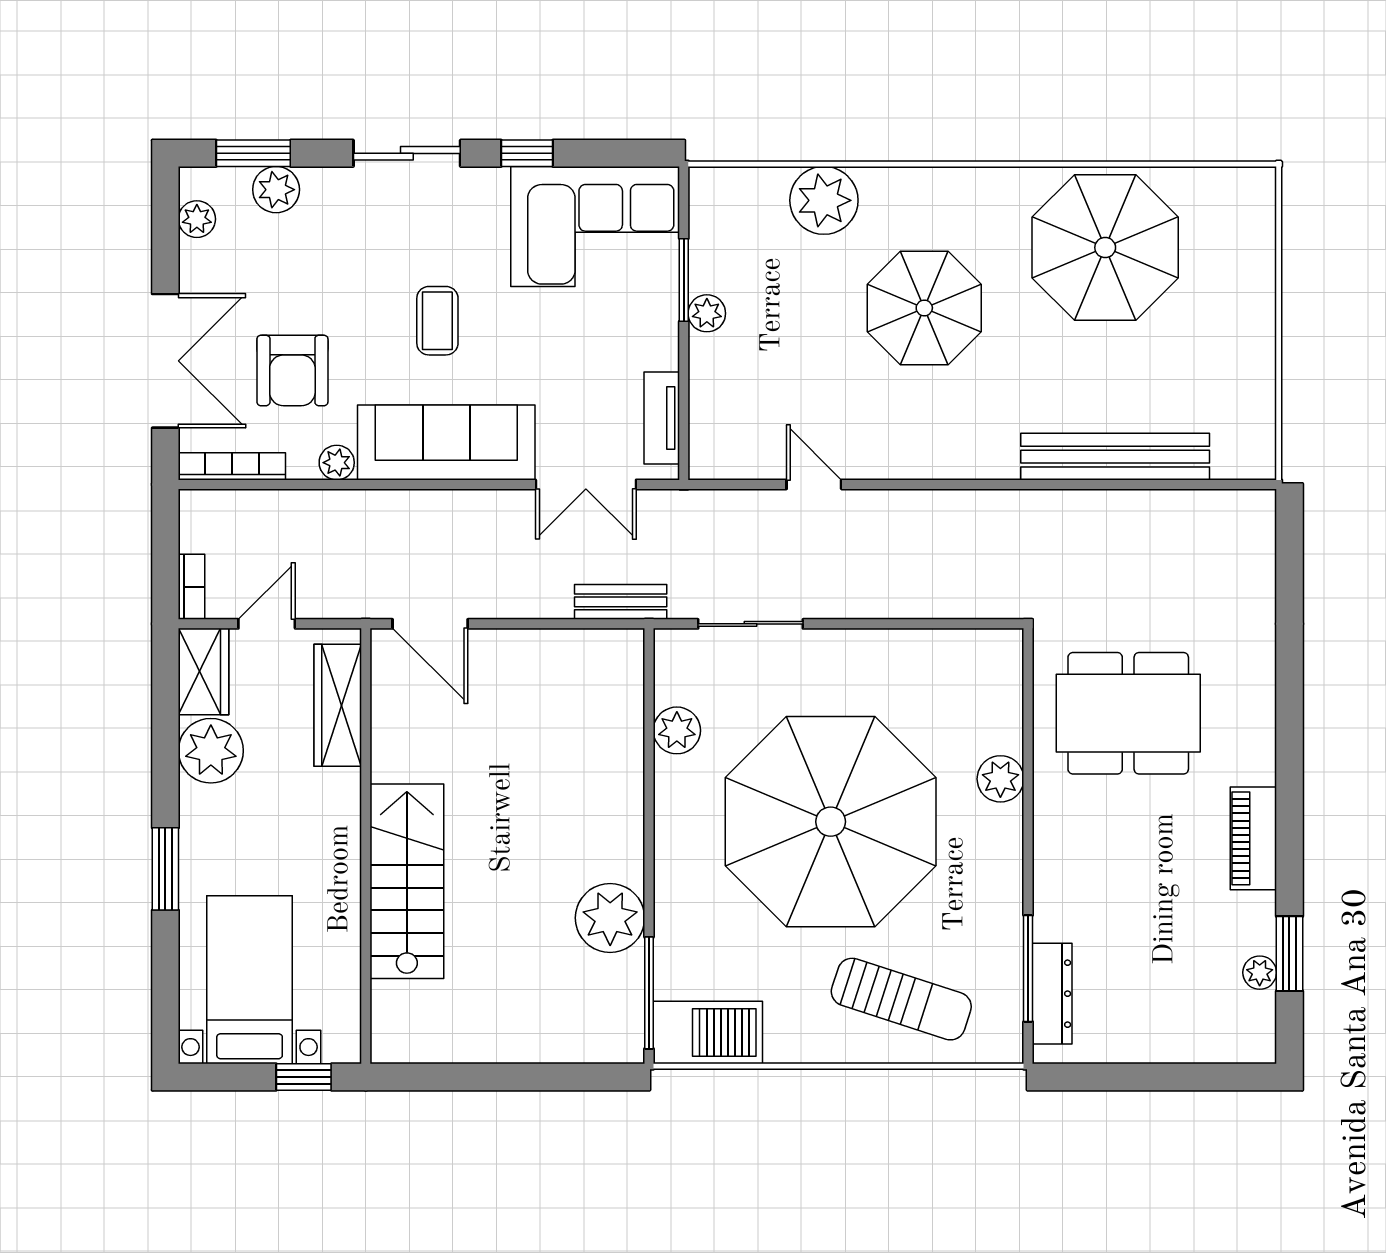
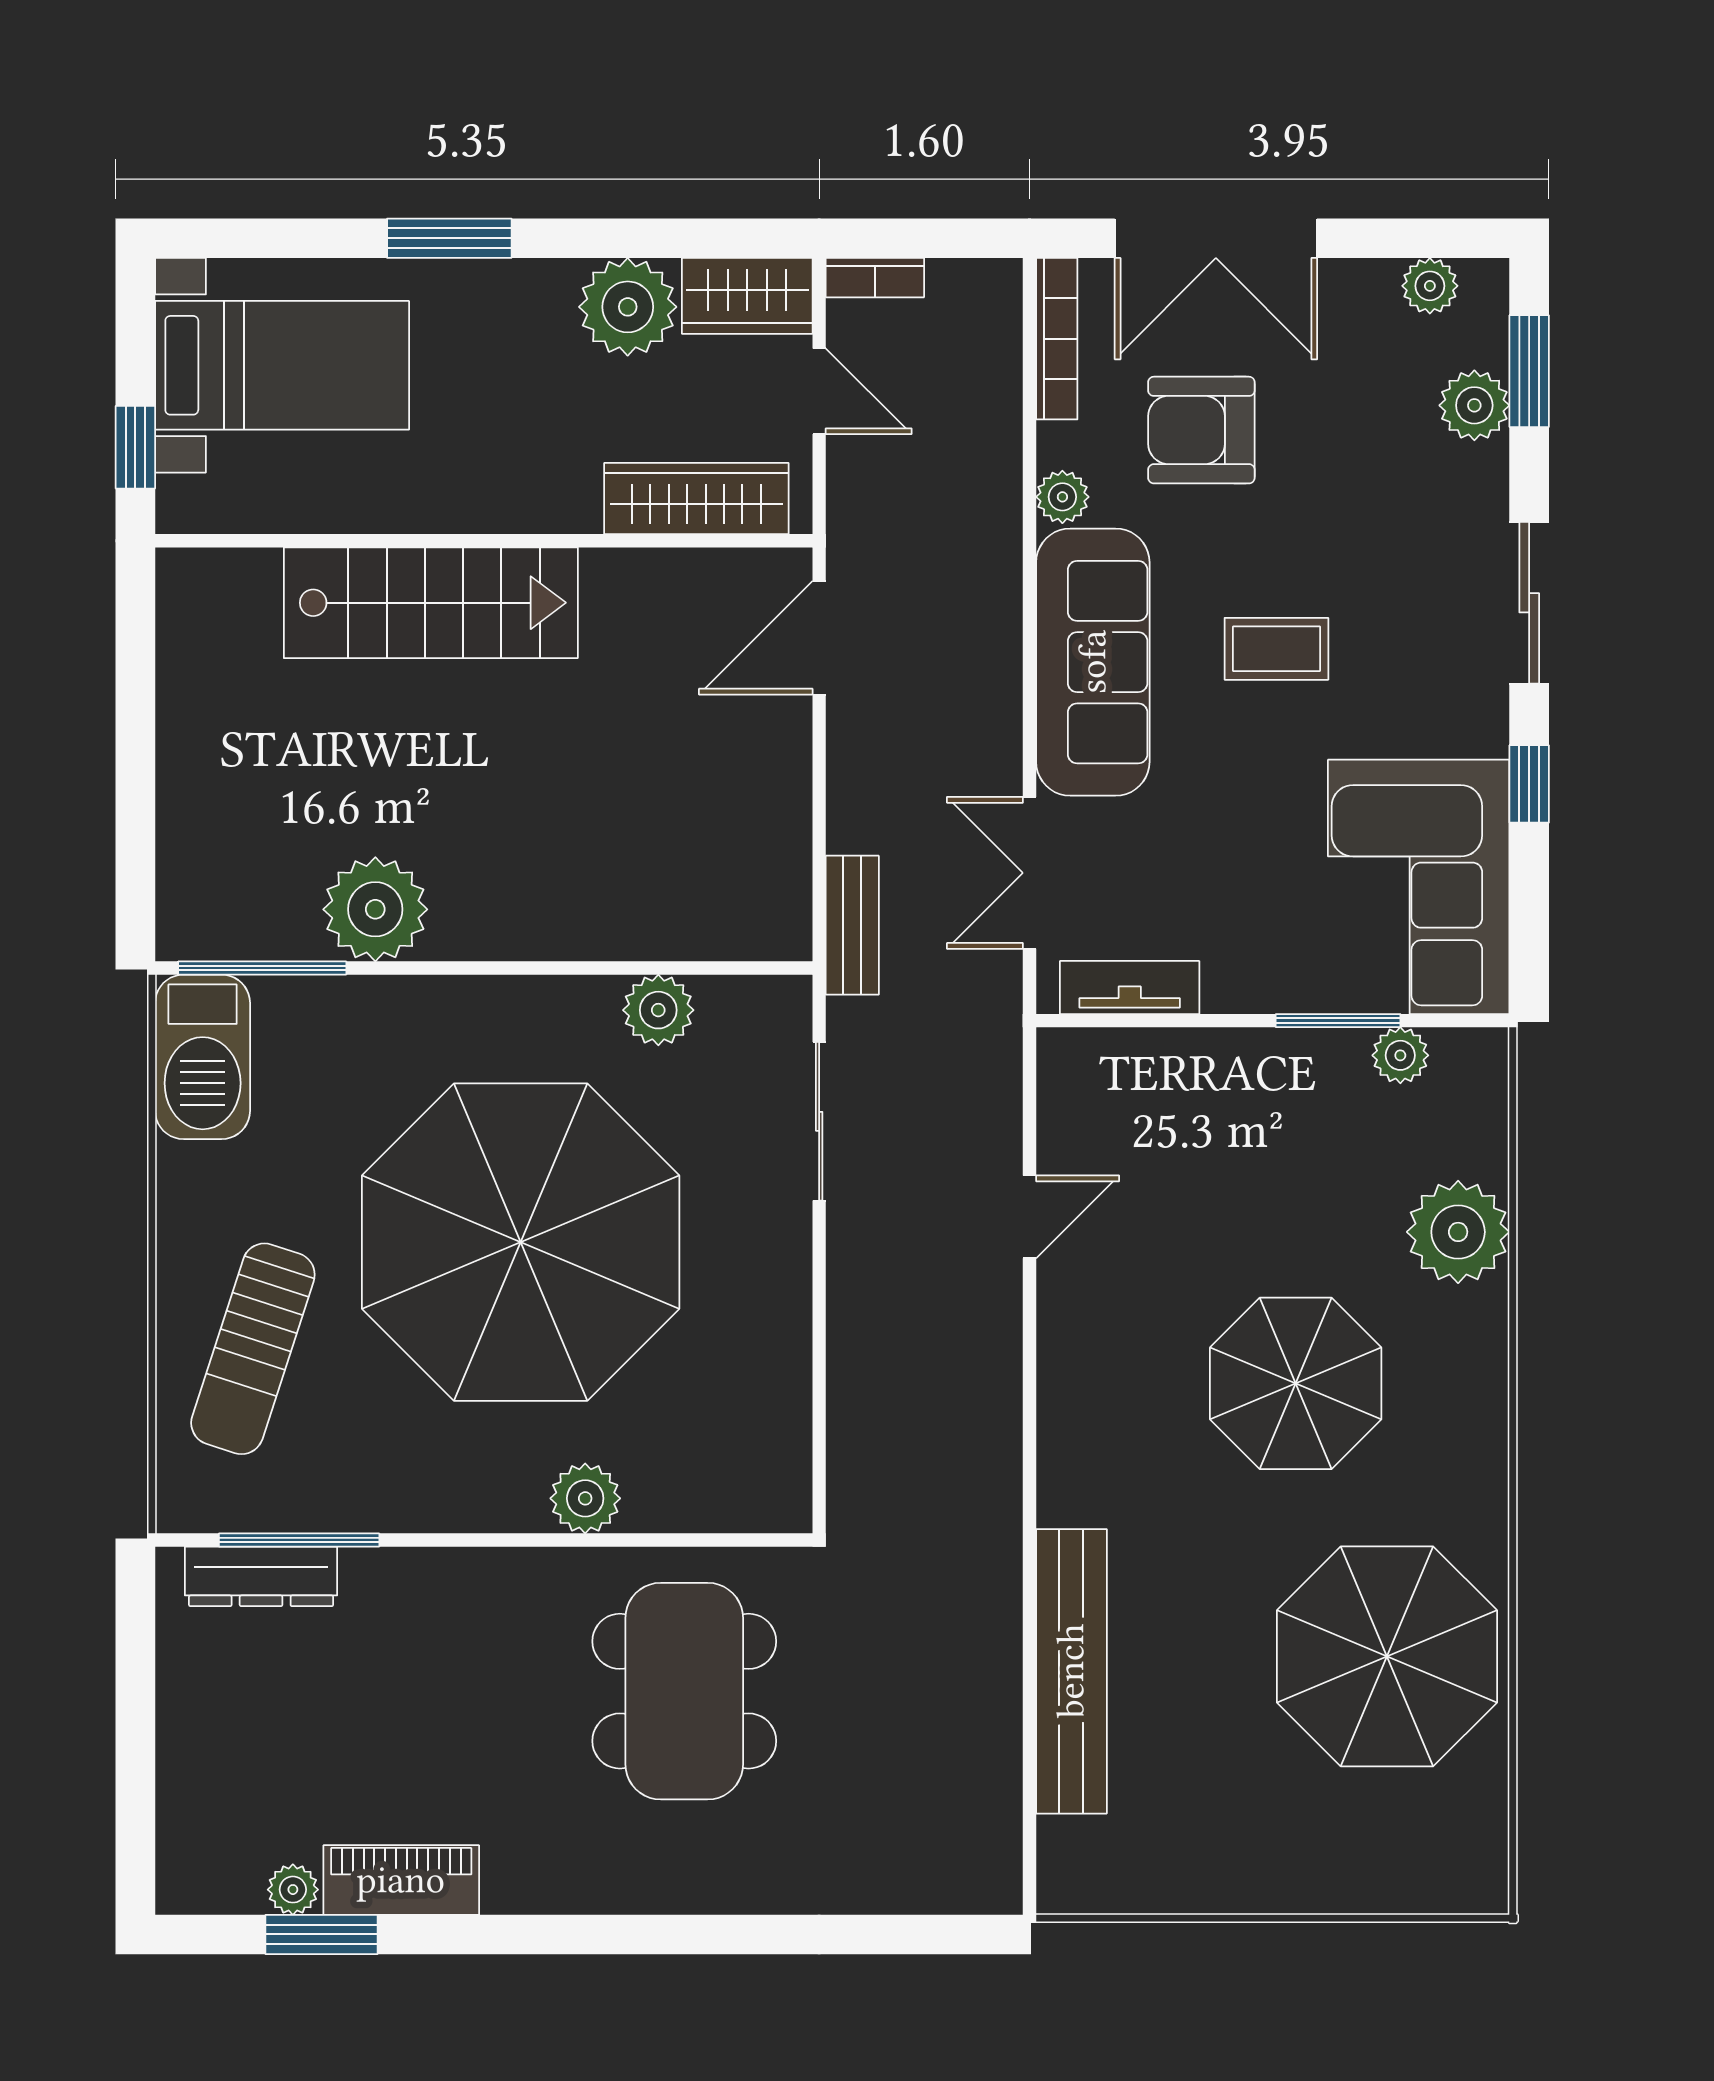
plant: (707, 313) -> (1400, 1055), moved
piano: (1253, 838) -> (401, 1880), moved

